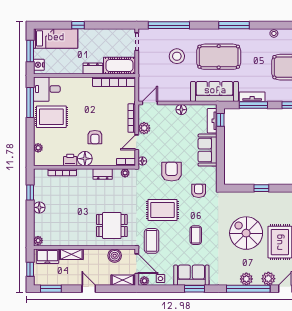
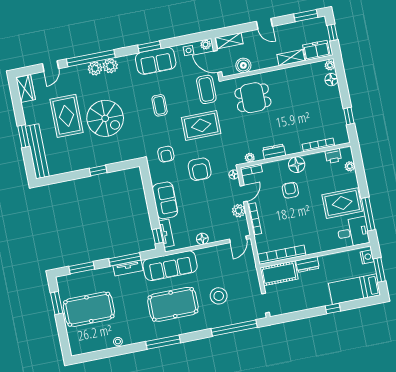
printer: (70, 160) -> (333, 156), moved
floor lamp: (39, 207) -> (331, 80), moved
plant: (268, 279) -> (110, 66), moved

